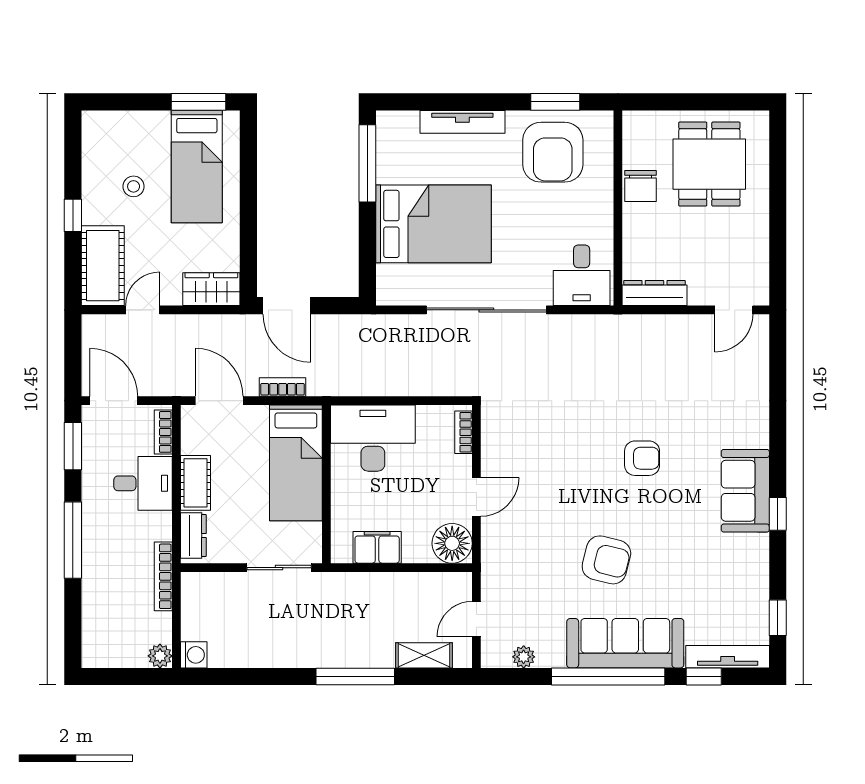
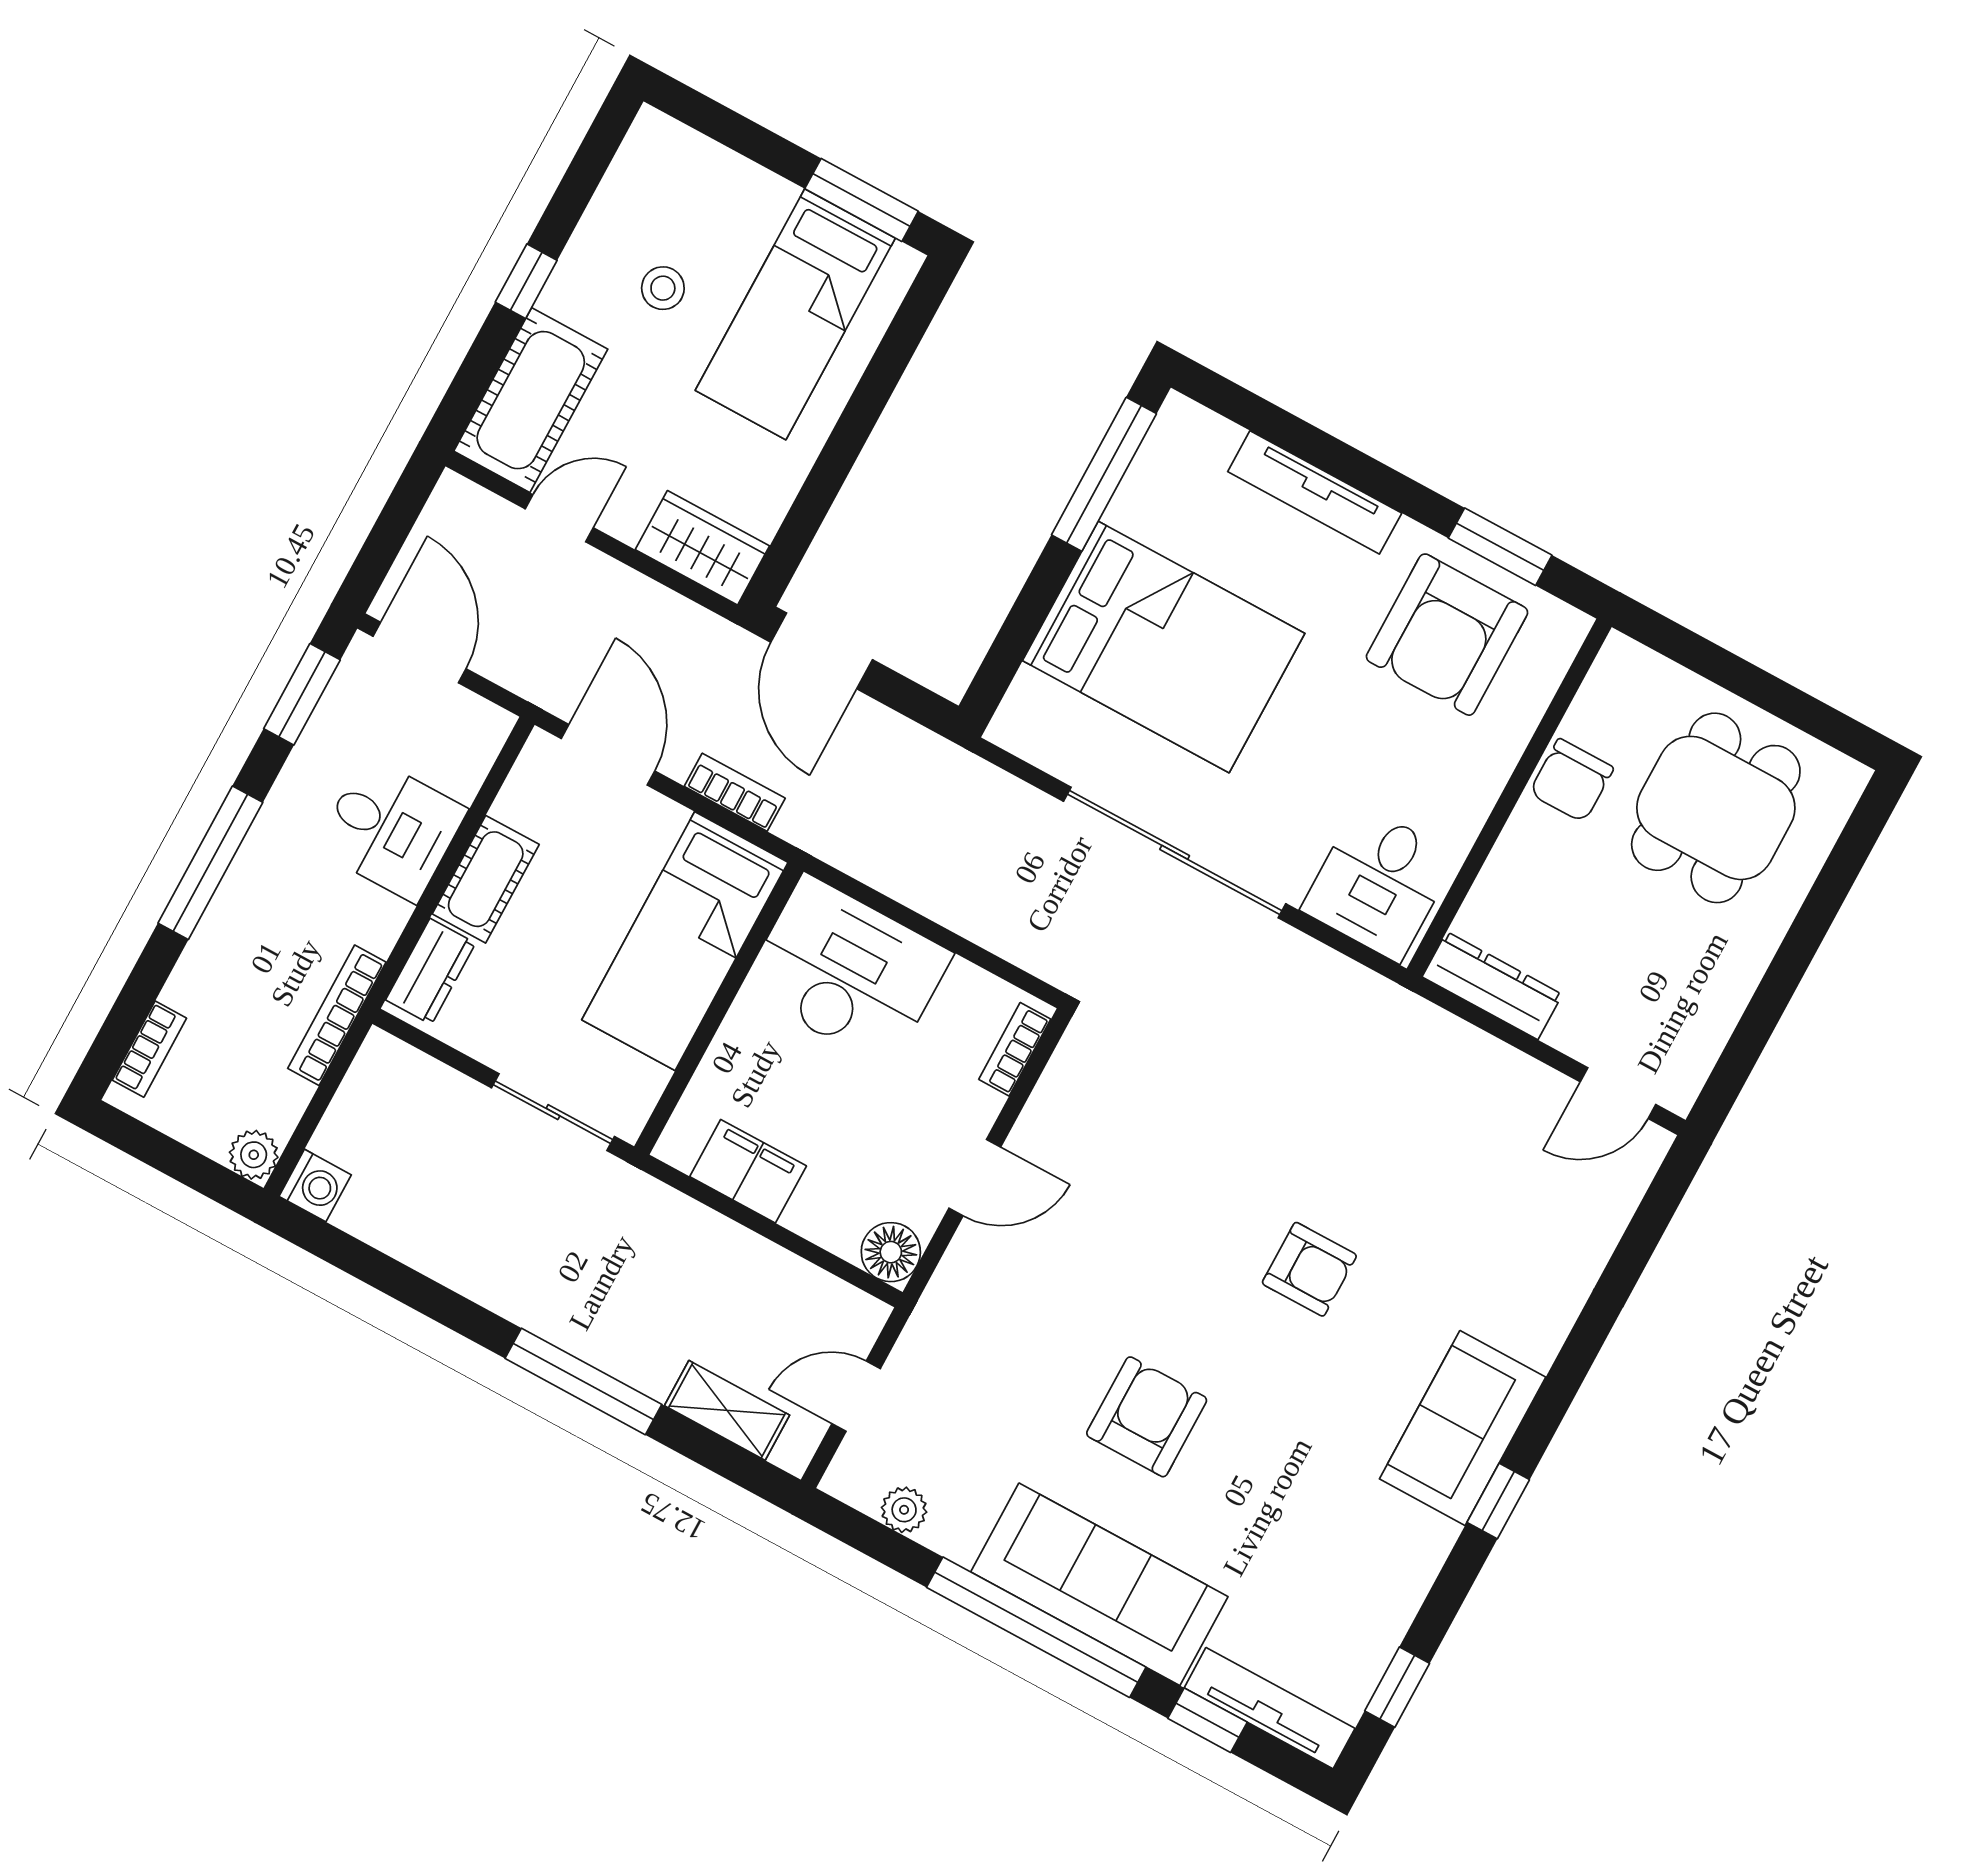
bookcase: (163, 432) -> (149, 1049), moved, turned 180
floor lamp: (452, 543) -> (891, 1252), width x0.73, depth x0.73
armchair: (606, 560) -> (1147, 1417), turned -104

